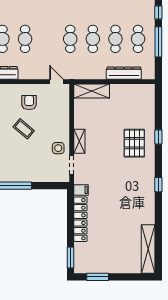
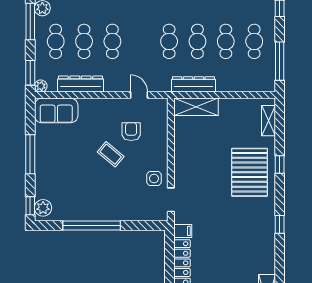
window: (158, 42) -> (280, 61), moved
dresser: (124, 73) -> (193, 84), moved
door: (57, 82) -> (139, 95), moved
armchair: (29, 103) -> (131, 132), moved
shelving: (79, 141) -> (268, 121), moved
pallet: (134, 143) -> (249, 172), width x1.37, depth x1.41

